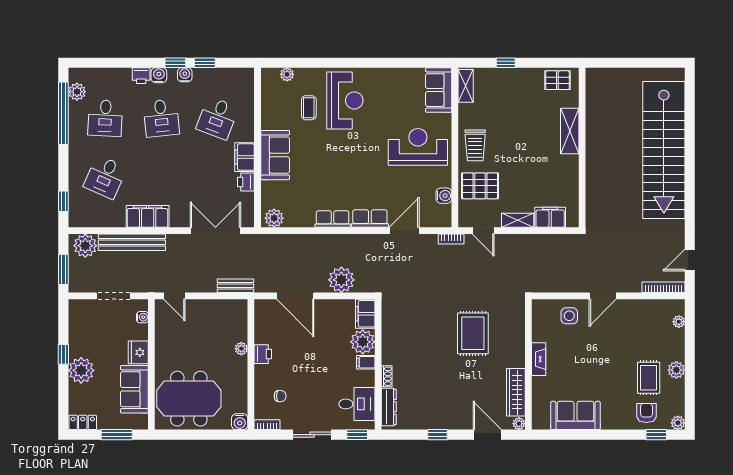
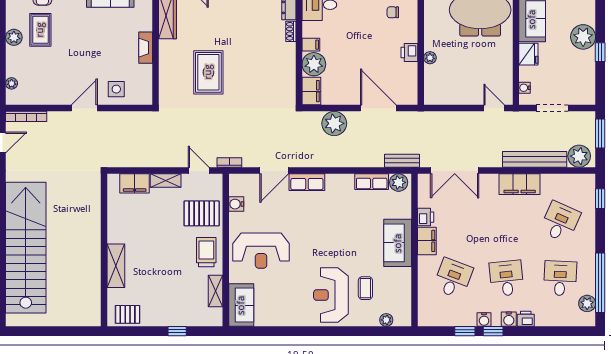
shelving: (466, 86) -> (215, 291), moved
row of seats: (333, 219) -> (372, 182), moved
bench: (235, 286) -> (402, 161), moved

